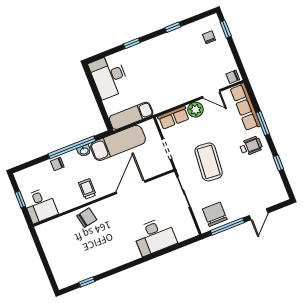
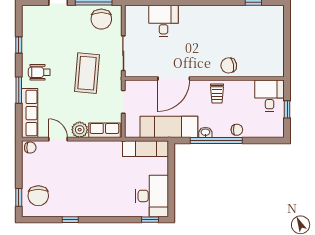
chair: (209, 37) -> (38, 196), width x1.87, depth x1.87
window: (132, 43) -> (150, 220), moved
desk: (155, 236) -> (164, 21), width x0.73

